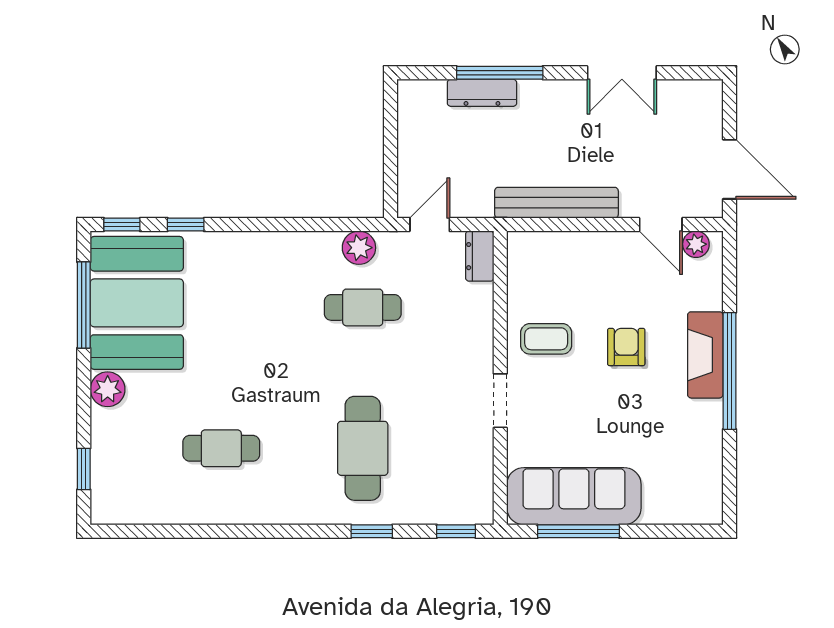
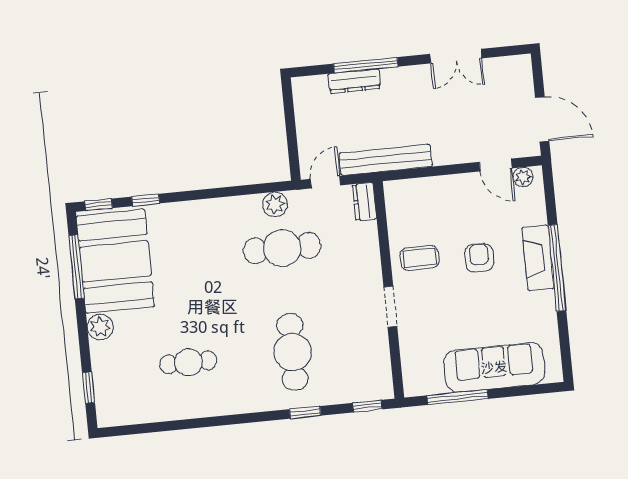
bench: (556, 203) -> (385, 160), moved
cafe table: (363, 307) -> (282, 248), width x1.37, depth x1.35
sofa: (574, 496) -> (494, 367), moved

